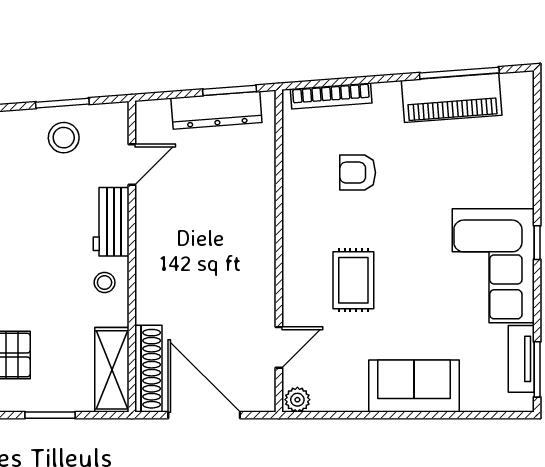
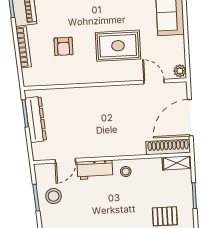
bookcase: (331, 96) -> (24, 47), moved
door: (132, 164) -> (65, 161), swing flipped
rug: (353, 280) -> (118, 46), width x1.36, depth x1.43
shelving: (112, 370) -> (177, 163), width x0.67, depth x0.75

